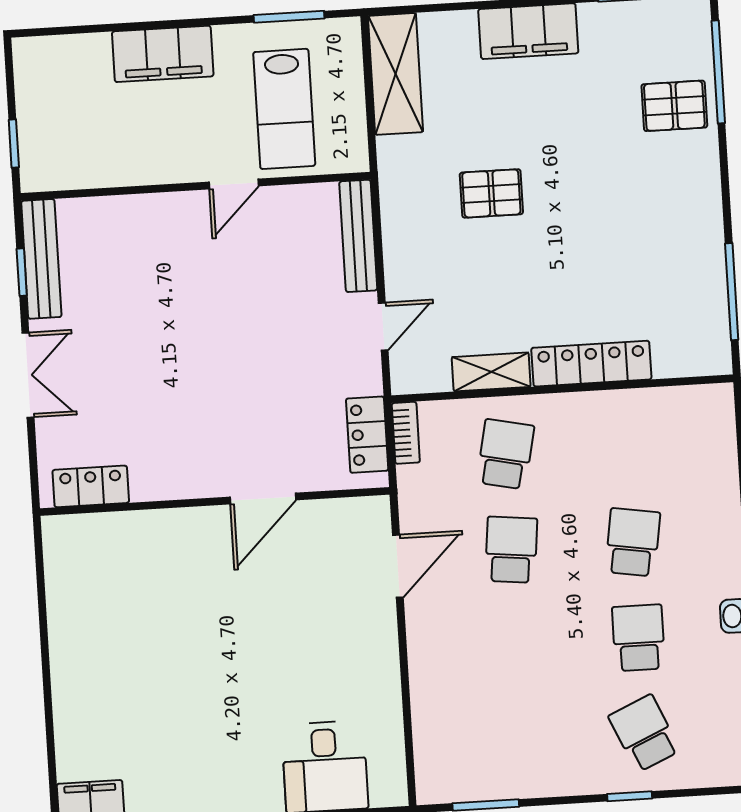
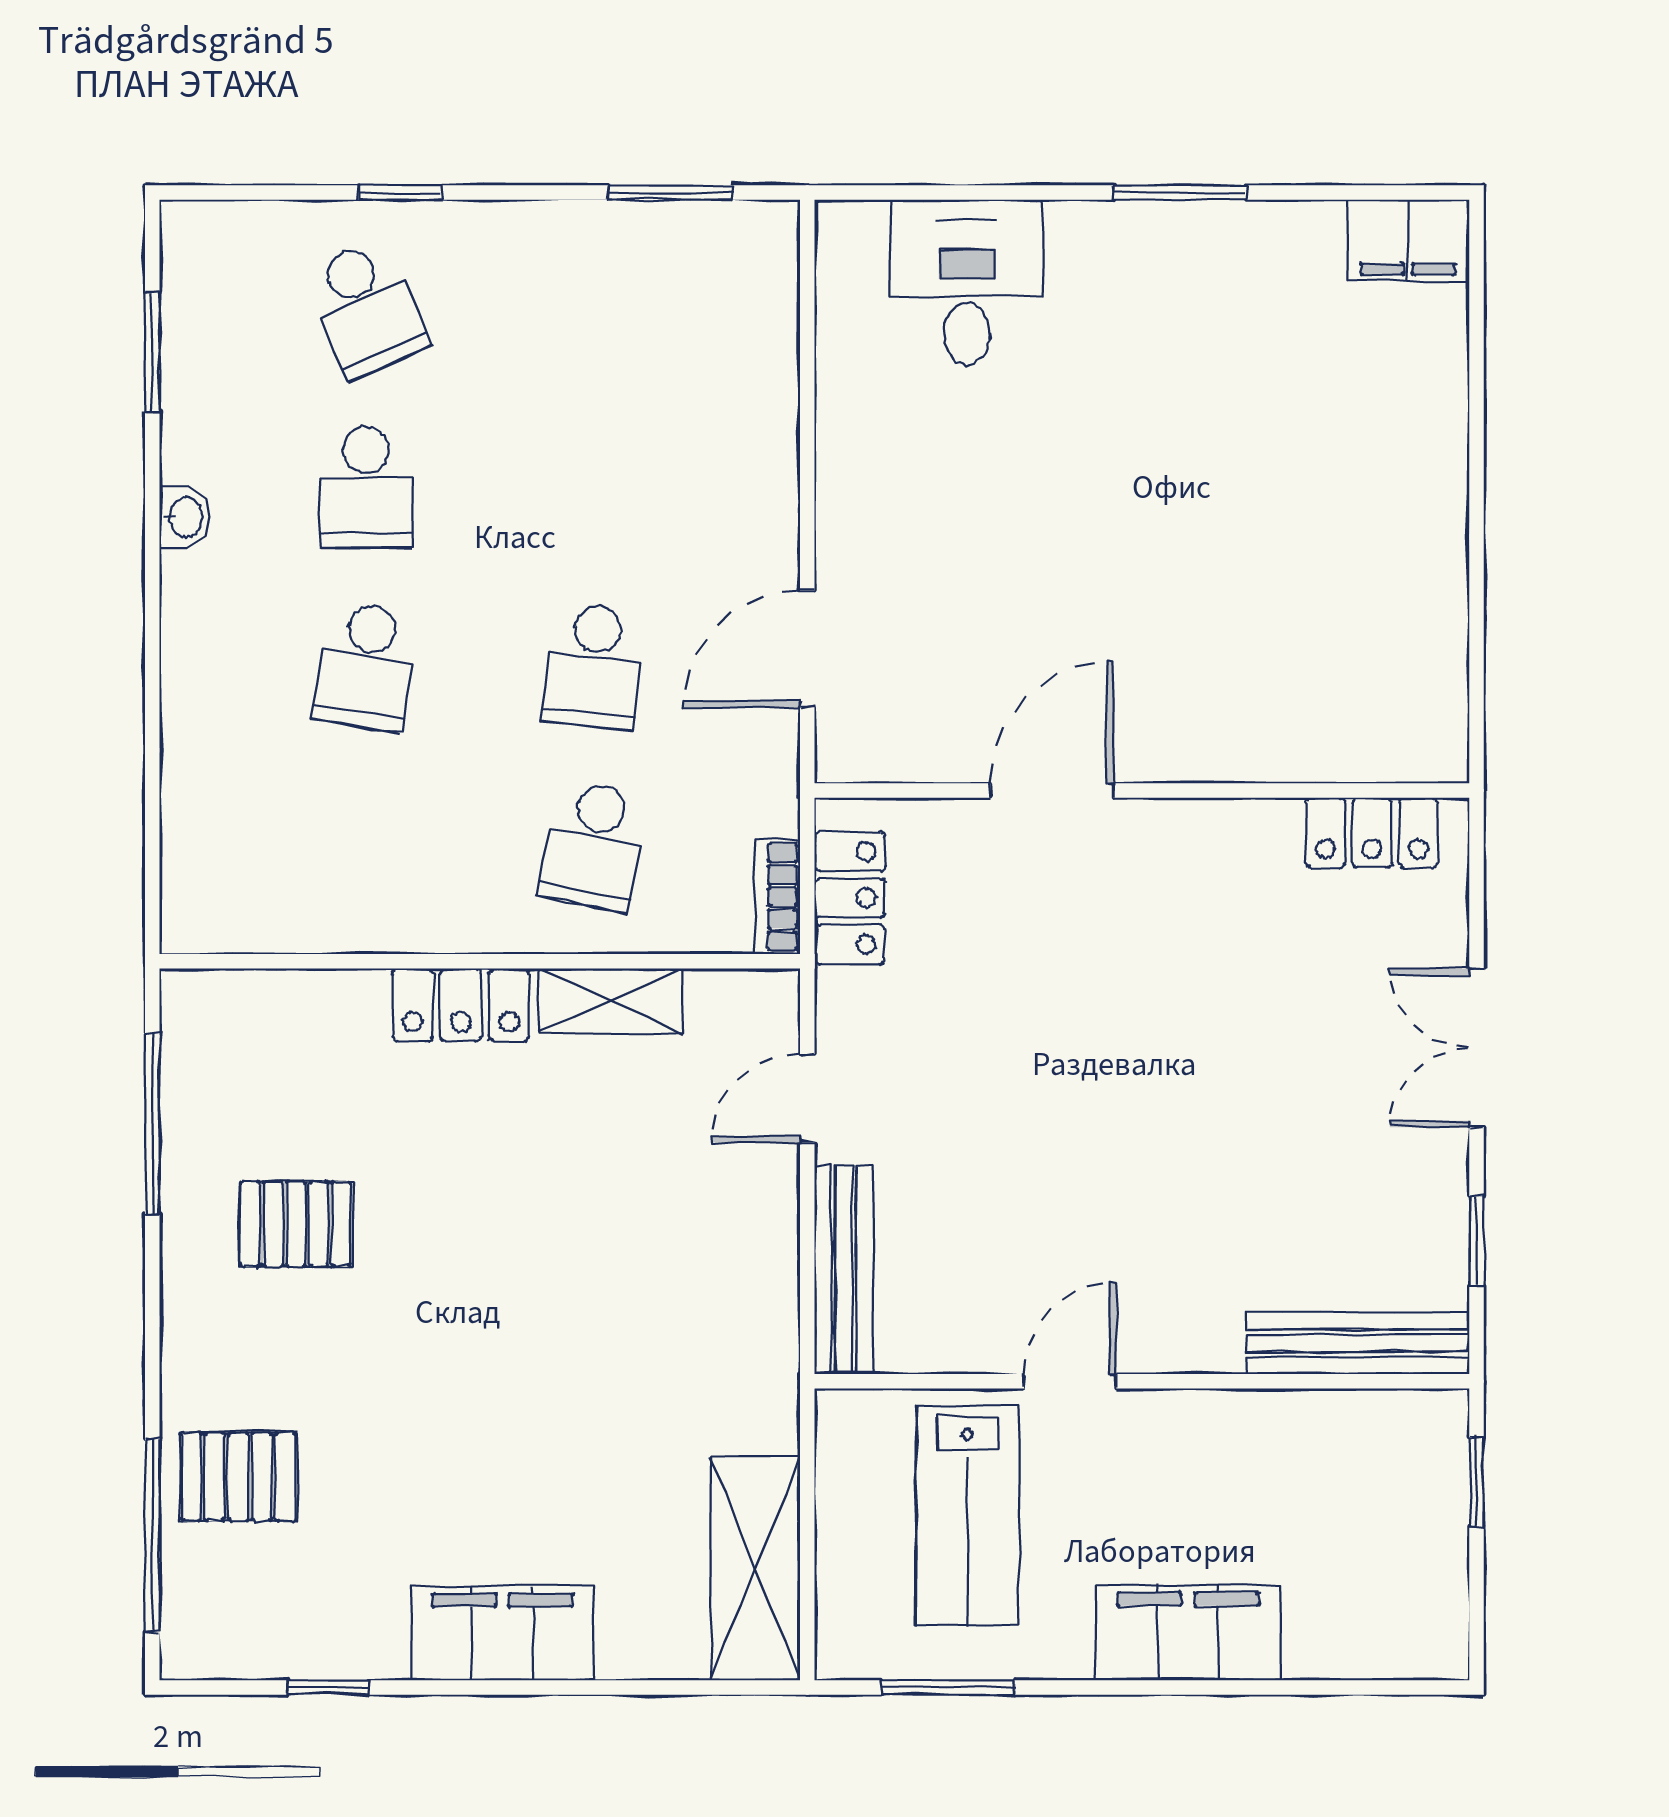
lab bench: (284, 109) -> (967, 1516), turned 180
pallet: (491, 193) -> (296, 1224), moved
bench: (41, 259) -> (1358, 1343), moved, turned 90
locker: (591, 364) -> (461, 1005), width x0.66

